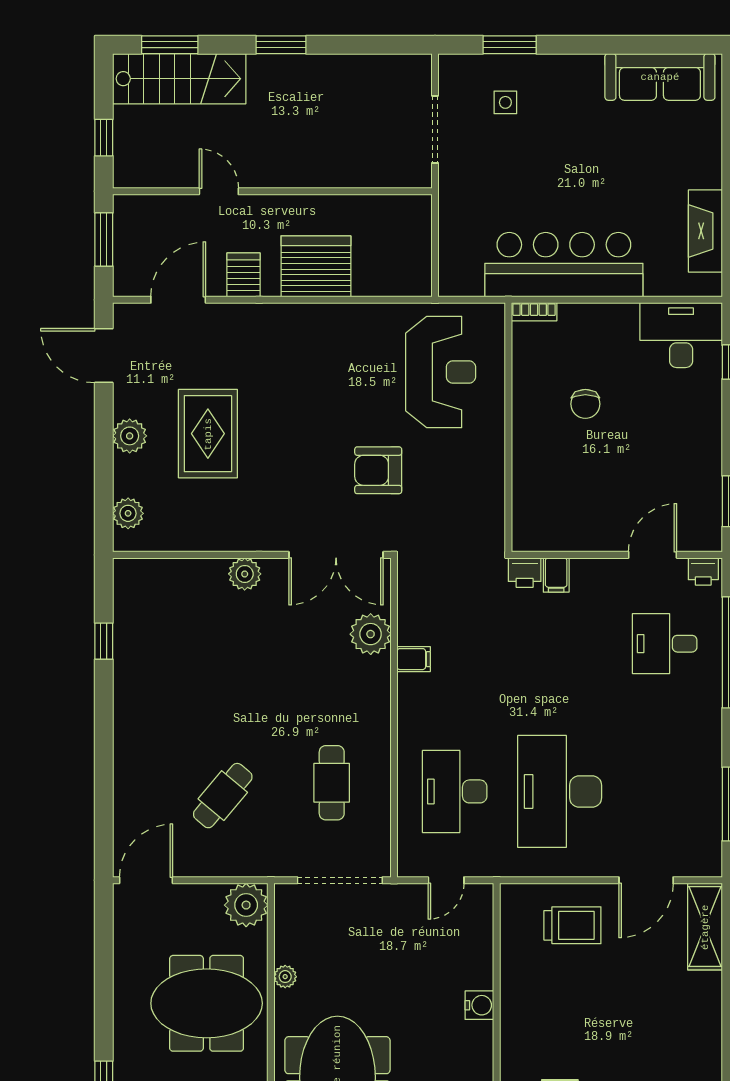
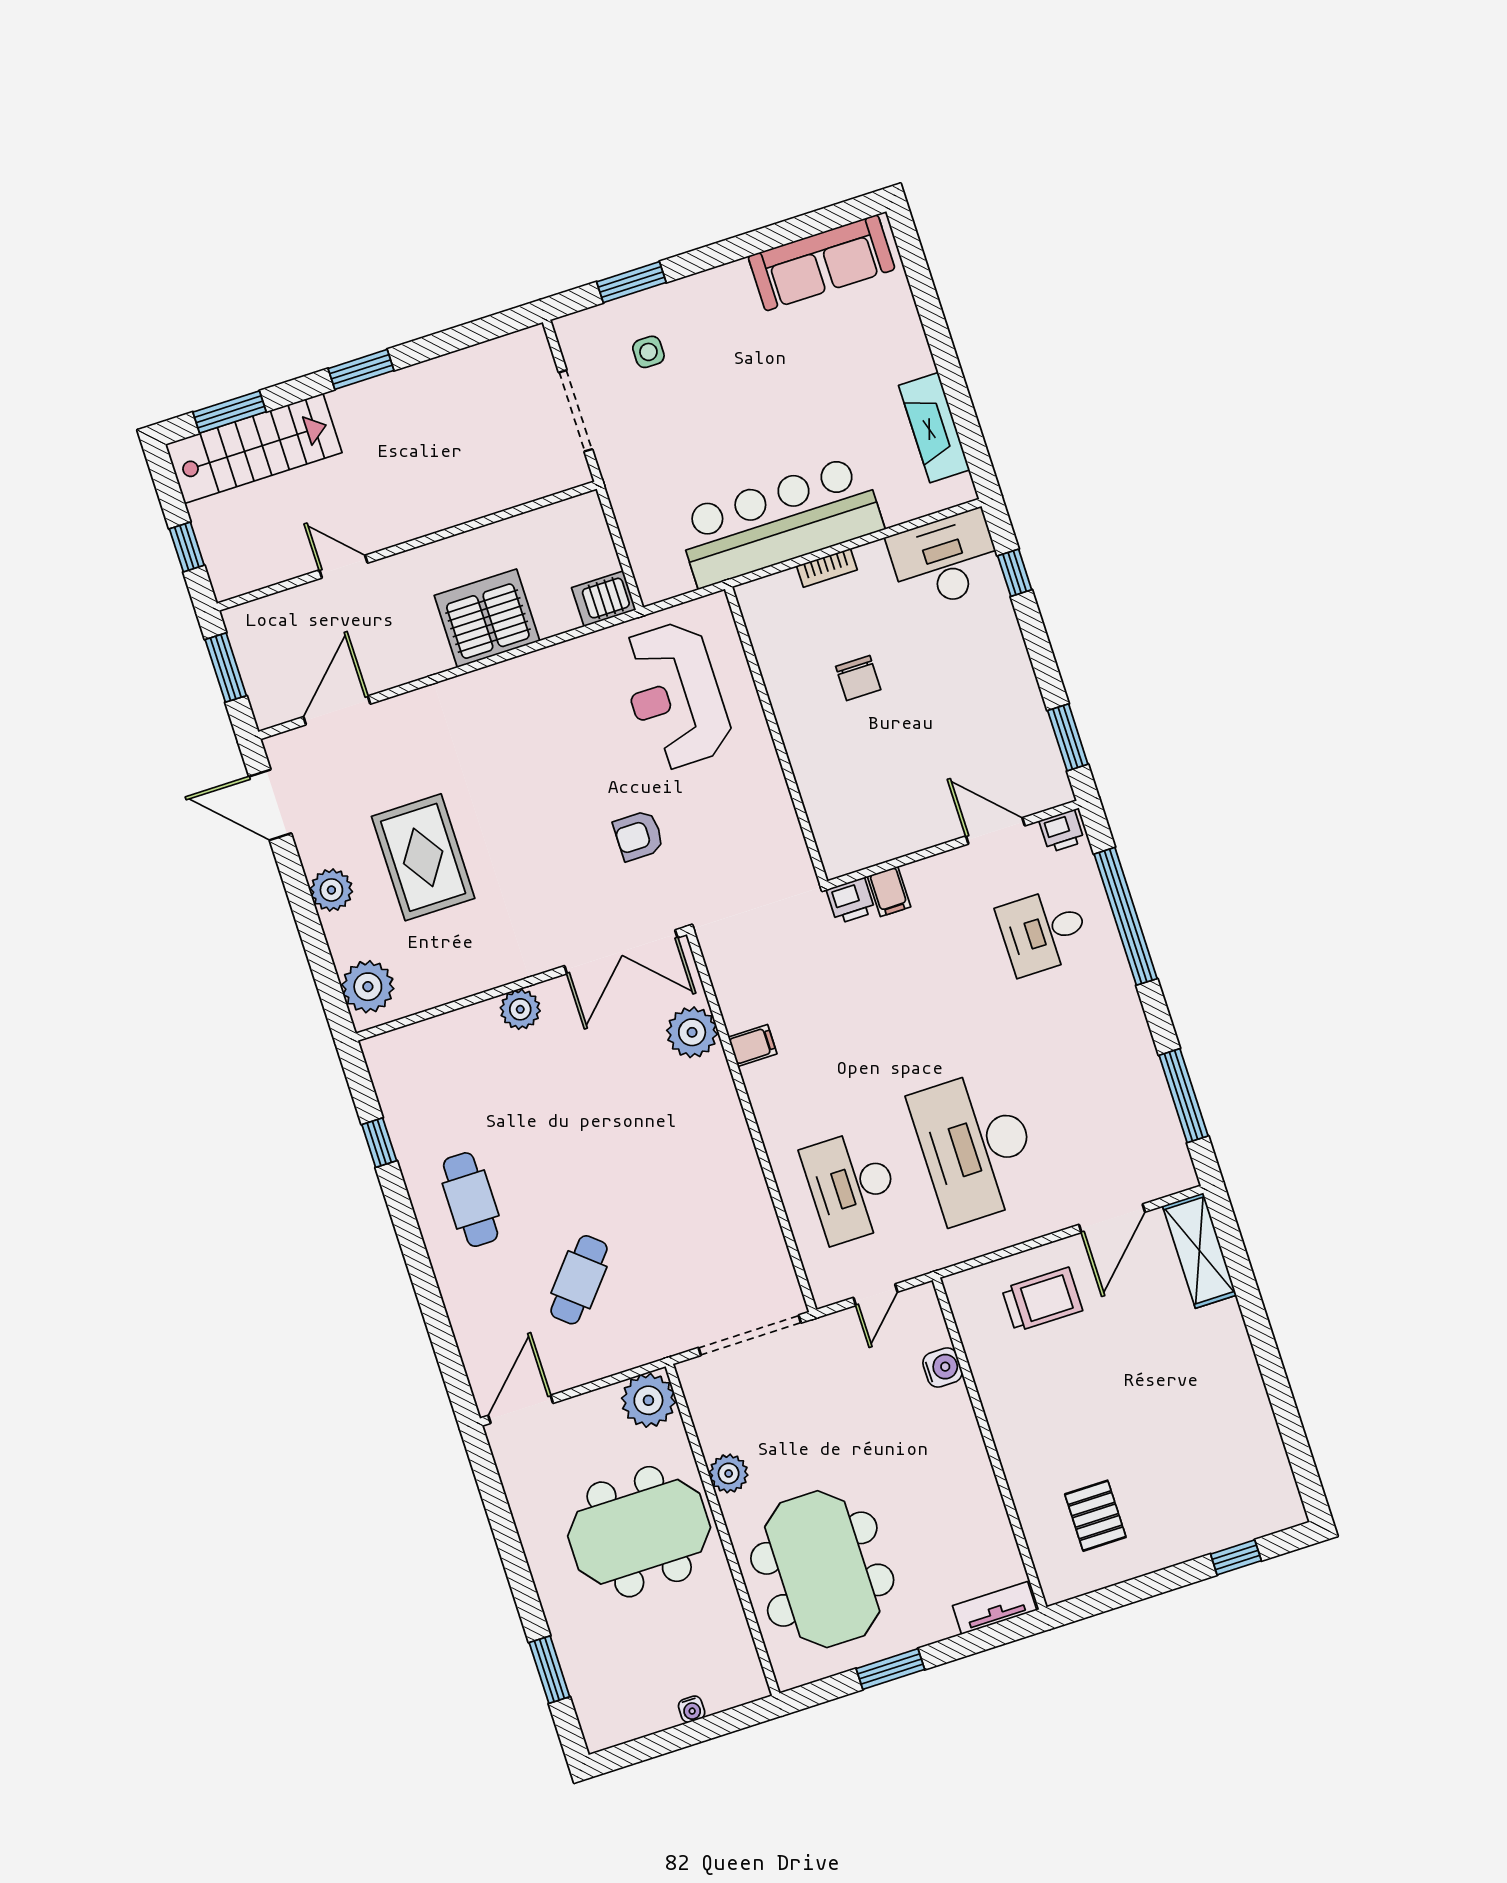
server rack: (244, 275) -> (604, 599), moved, turned -90
bookcase: (534, 312) -> (827, 568), moved
reception desk: (441, 372) -> (675, 696), turned 180
armchair: (378, 470) -> (639, 836), width x0.72, depth x0.72
plant: (128, 513) -> (368, 987), width x1.36, depth x1.36
door: (653, 555) -> (995, 831), hinge flipped
cafe table: (332, 783) -> (471, 1200), moved
plant: (285, 977) -> (729, 1473), width x1.38, depth x1.38
water cooler: (479, 1005) -> (943, 1368), moved

